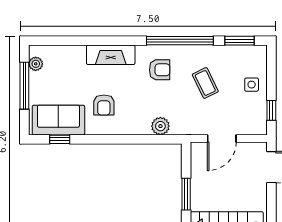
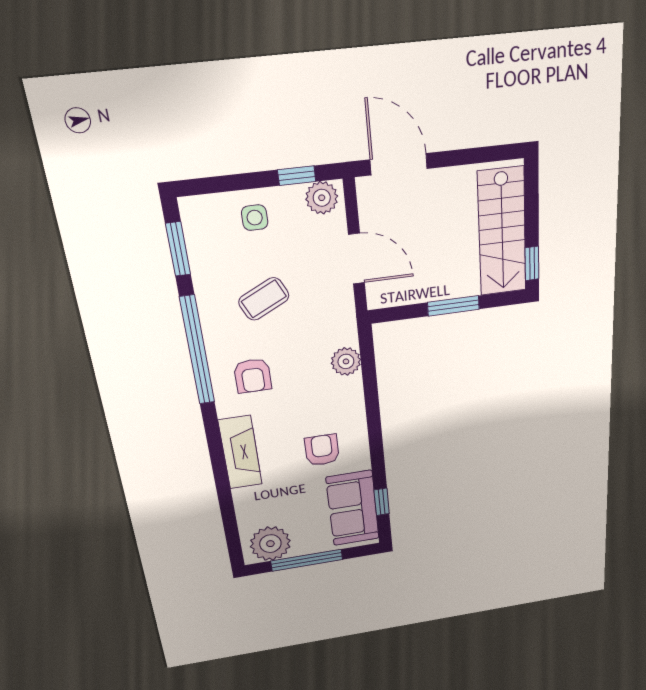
plant: (36, 64) -> (270, 544), width x1.88, depth x1.88
armchair: (160, 70) -> (253, 376), turned 180
armchair: (104, 105) -> (322, 450), turned -90
plant: (258, 123) -> (322, 198), added

